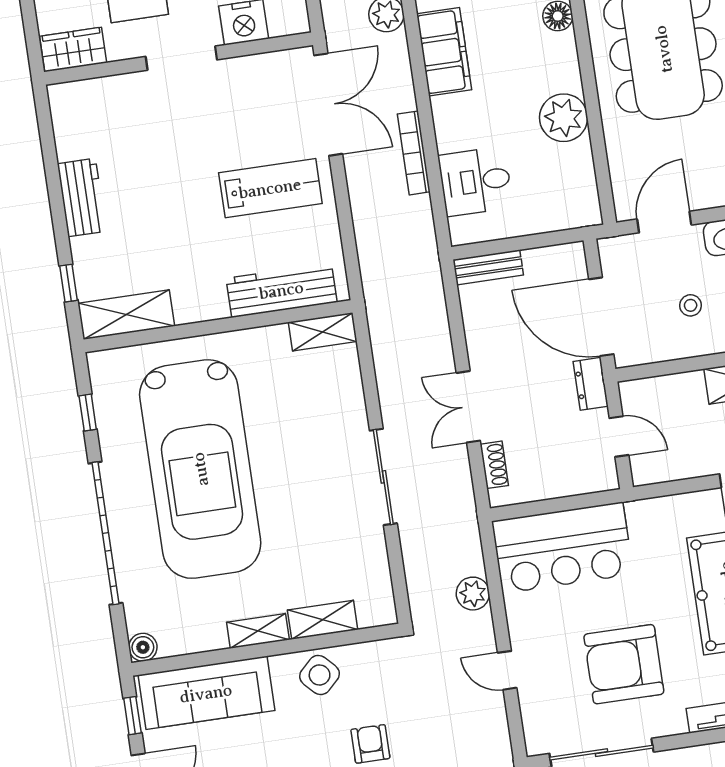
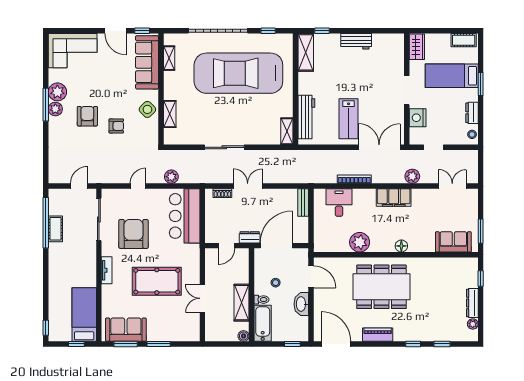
double door: (328, 105) -> (379, 147), swing flipped
shelving: (258, 631) -> (169, 58), moved
boiler: (143, 647) -> (169, 39), removed

